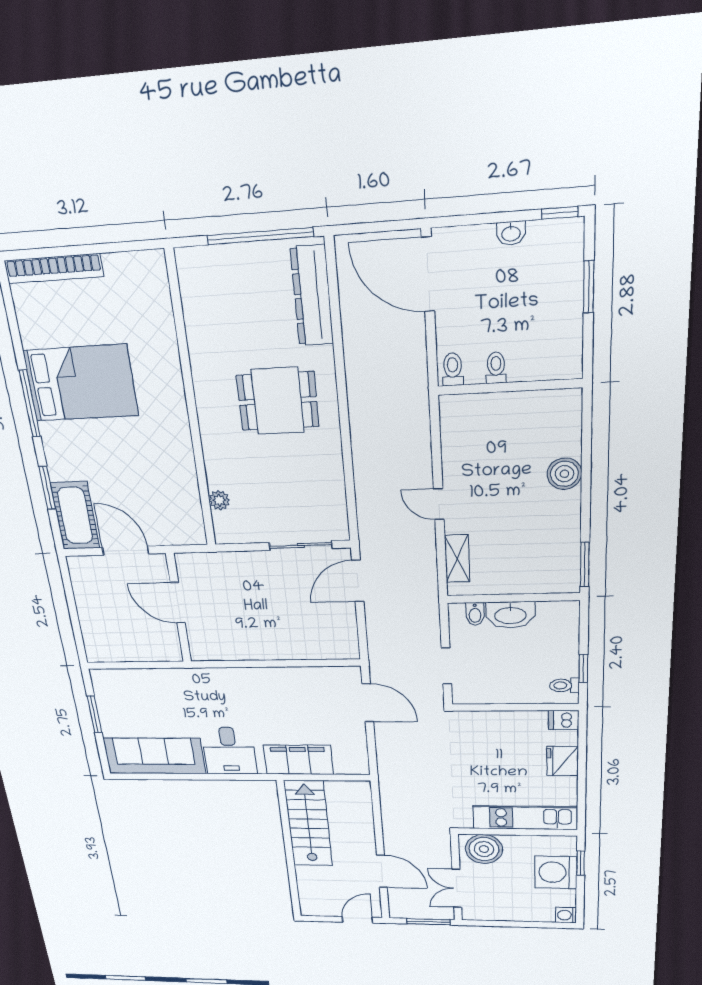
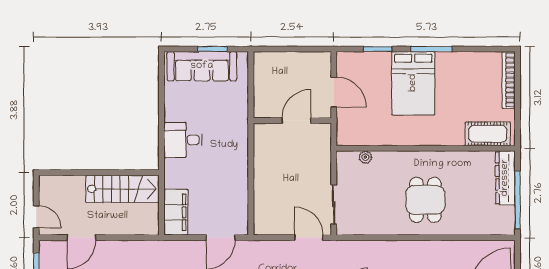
dresser: (312, 296) -> (505, 178), moved, turned -90
bed: (81, 383) -> (413, 83), moved
cot: (75, 516) -> (488, 134), moved
door: (125, 551) -> (334, 92), hinge flipped
sofa: (154, 756) -> (202, 66), moved, turned 90
filing cabinet: (298, 760) -> (176, 212), moved

